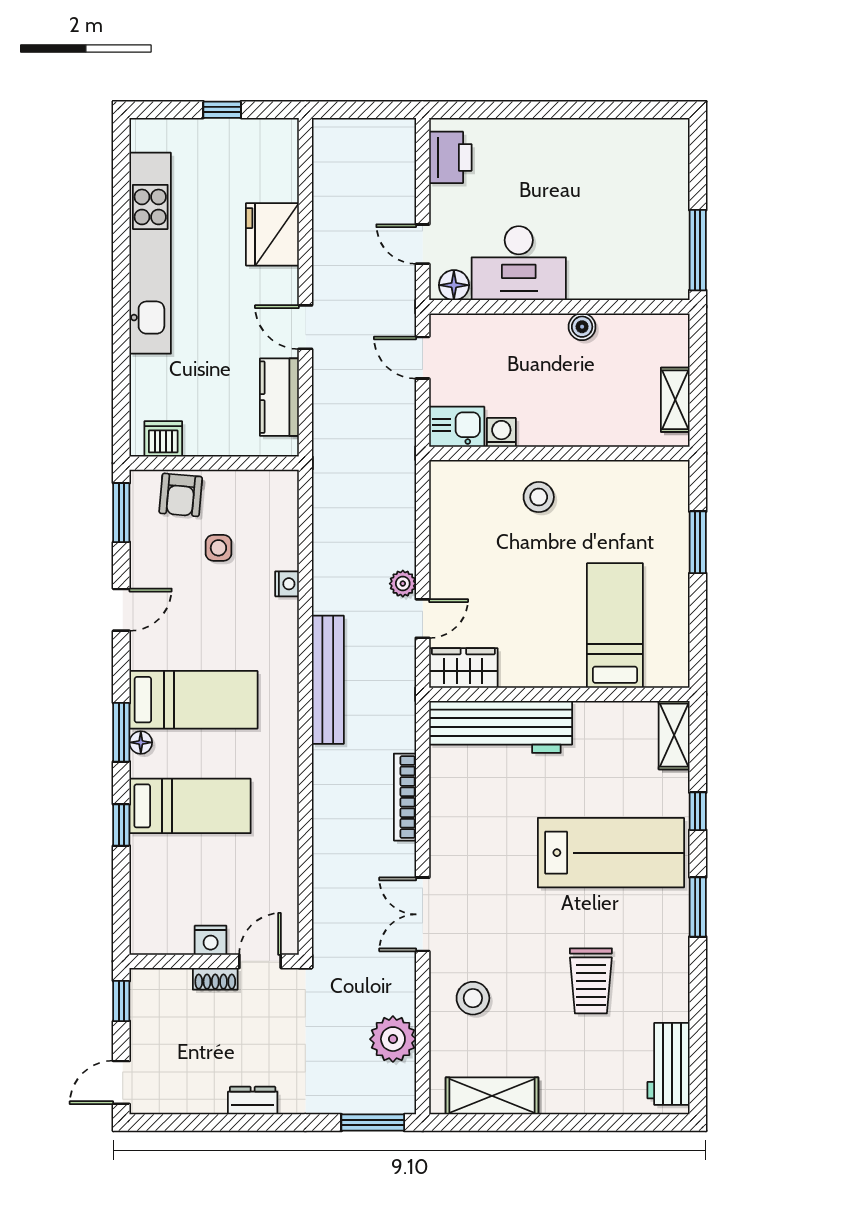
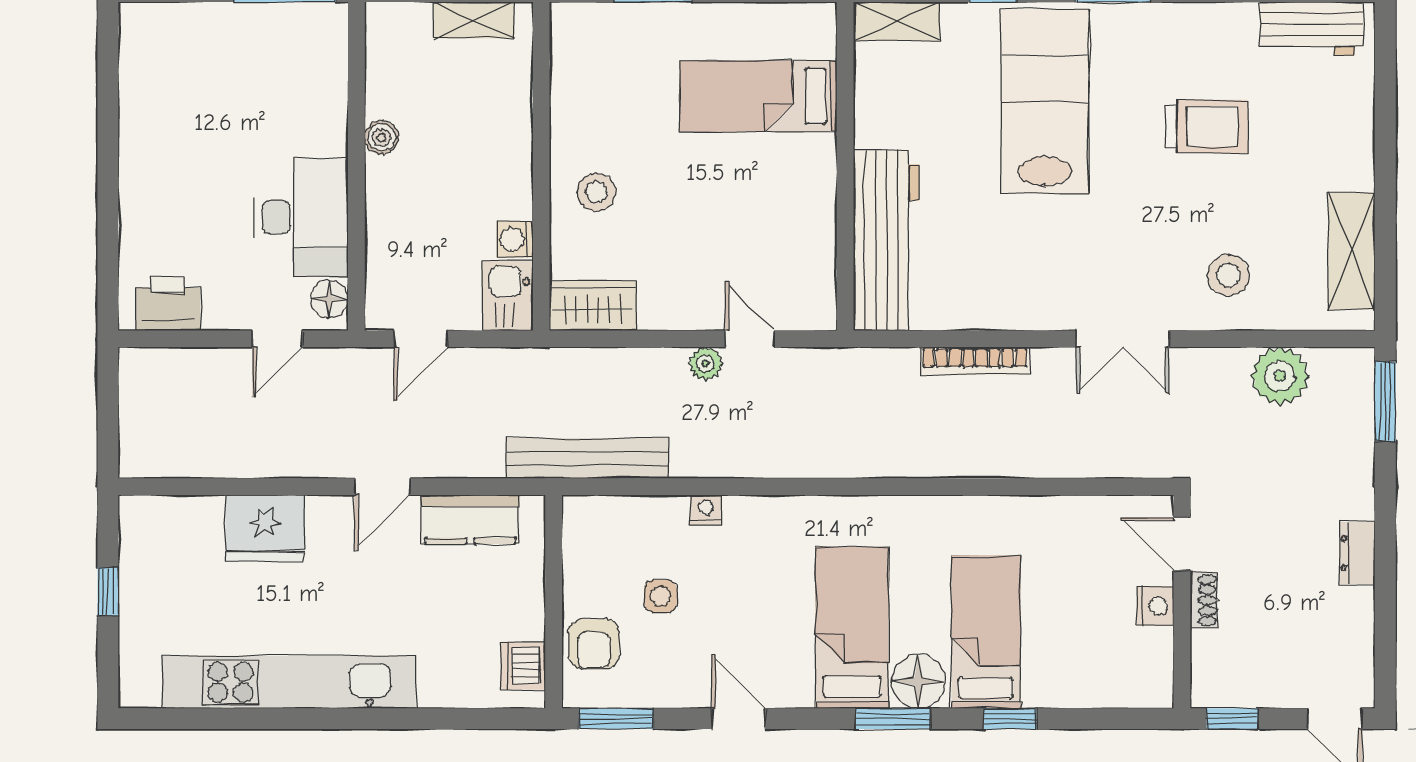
armchair: (181, 495) -> (594, 644), turned 85
wardrobe: (463, 668) -> (593, 305), moved, turned 90
bench: (328, 680) -> (587, 458), moved
floor lamp: (141, 742) -> (919, 681), width x1.89, depth x1.89

